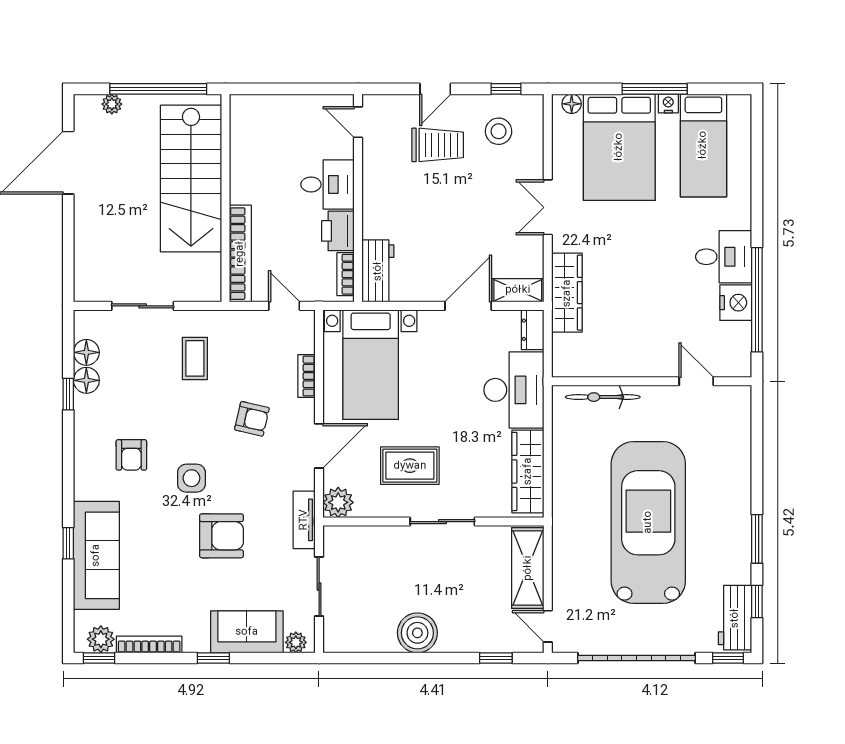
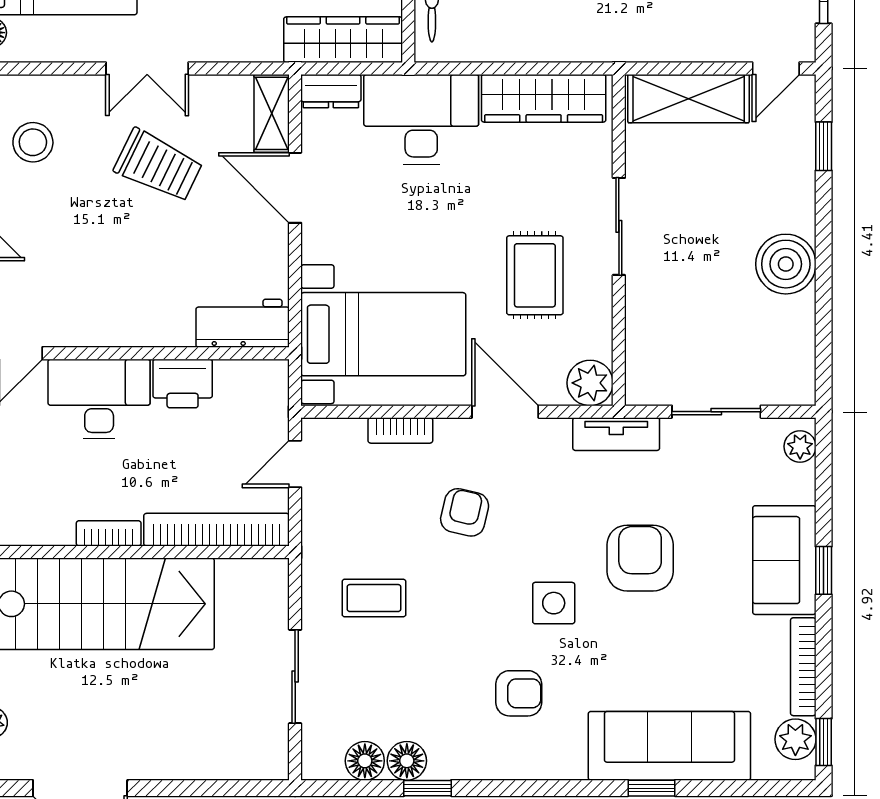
trolley: (438, 145) -> (158, 166), moved, turned 116
desk: (327, 184) -> (99, 399), width x1.37
bookcase: (346, 274) -> (109, 533), moved, turned 180
wardrobe: (567, 293) -> (343, 40), moved
sofa: (247, 632) -> (784, 560), moved

